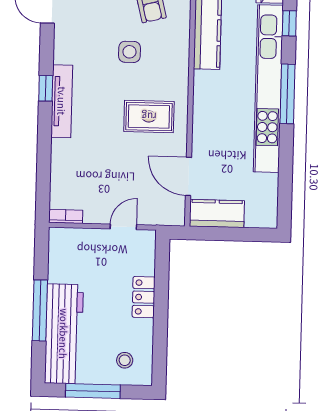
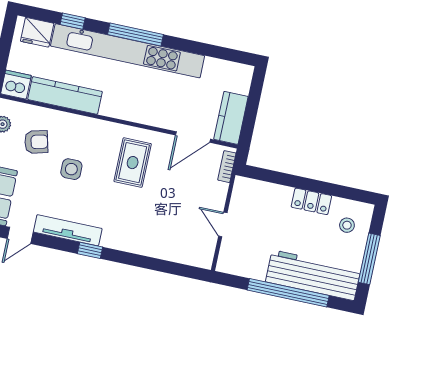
tv unit: (62, 101) -> (68, 230), moved
bookcase: (66, 216) -> (227, 167), moved
door: (123, 227) -> (223, 224), moved
locker: (144, 297) -> (311, 201), moved
window: (40, 310) -> (288, 293), width x1.46

